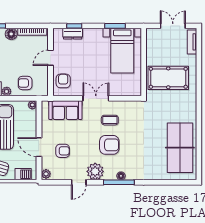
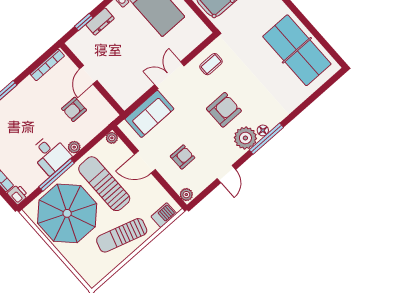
floor lamp: (11, 34) -> (28, 86), removed
dresser: (73, 34) -> (100, 22), moved
armchair: (63, 81) -> (121, 87), removed
armchair: (25, 83) -> (74, 109), moved
coffee table: (110, 120) -> (211, 64), moved
door: (39, 147) -> (145, 162), moved
plant: (95, 171) -> (245, 138), moved

